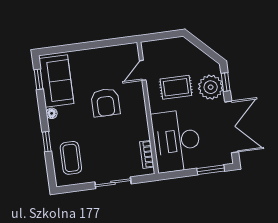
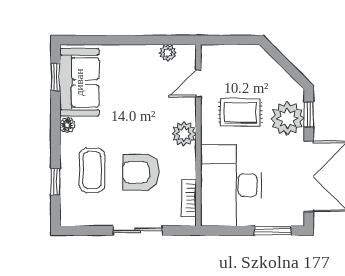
plant: (118, 51) -> (168, 53), added
armchair: (105, 103) -> (141, 172), moved, turned 90
plant: (137, 108) -> (184, 134), added
window: (47, 142) -> (55, 182), moved
coffee table: (71, 158) -> (92, 170), moved

